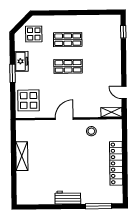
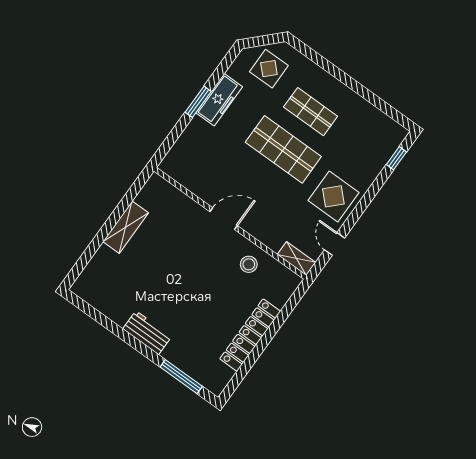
freezer: (21, 61) -> (219, 100), width x1.40
shop shelf: (68, 66) -> (283, 149), width x1.43, depth x1.36
display table: (29, 100) -> (333, 196), moved

